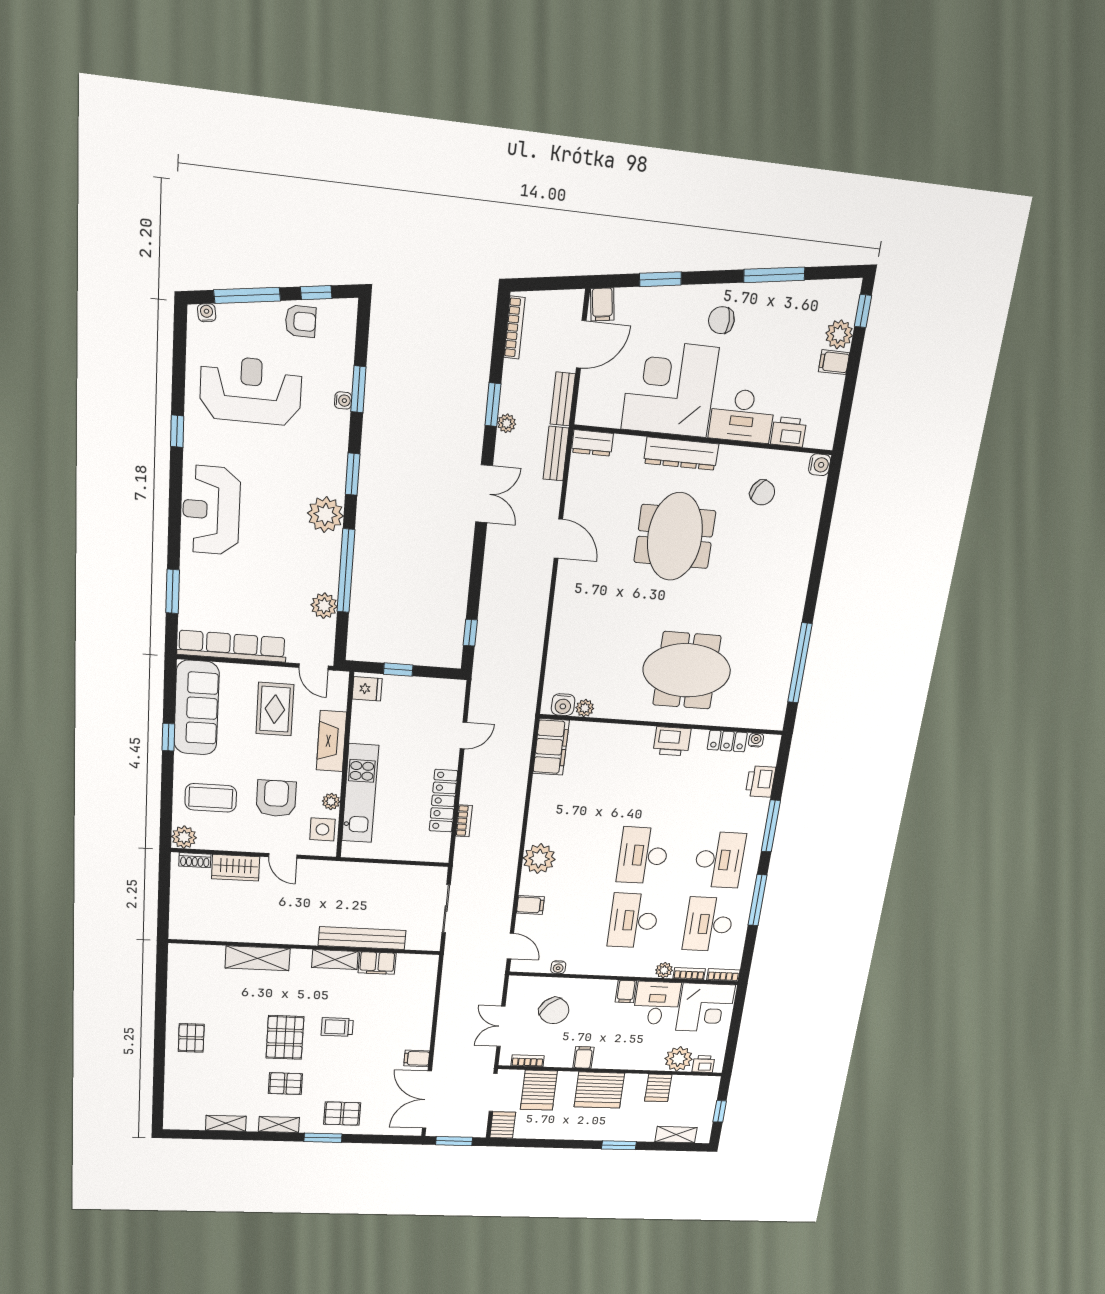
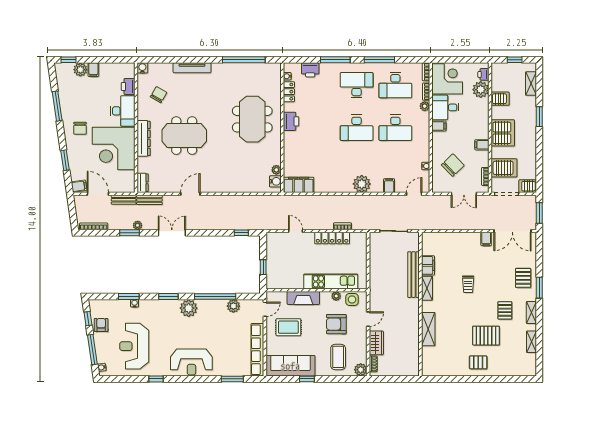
tv unit: (802, 563) -> (192, 68), added
fridge: (367, 689) -> (274, 282), removed
pallet: (285, 1037) -> (486, 336), moved

